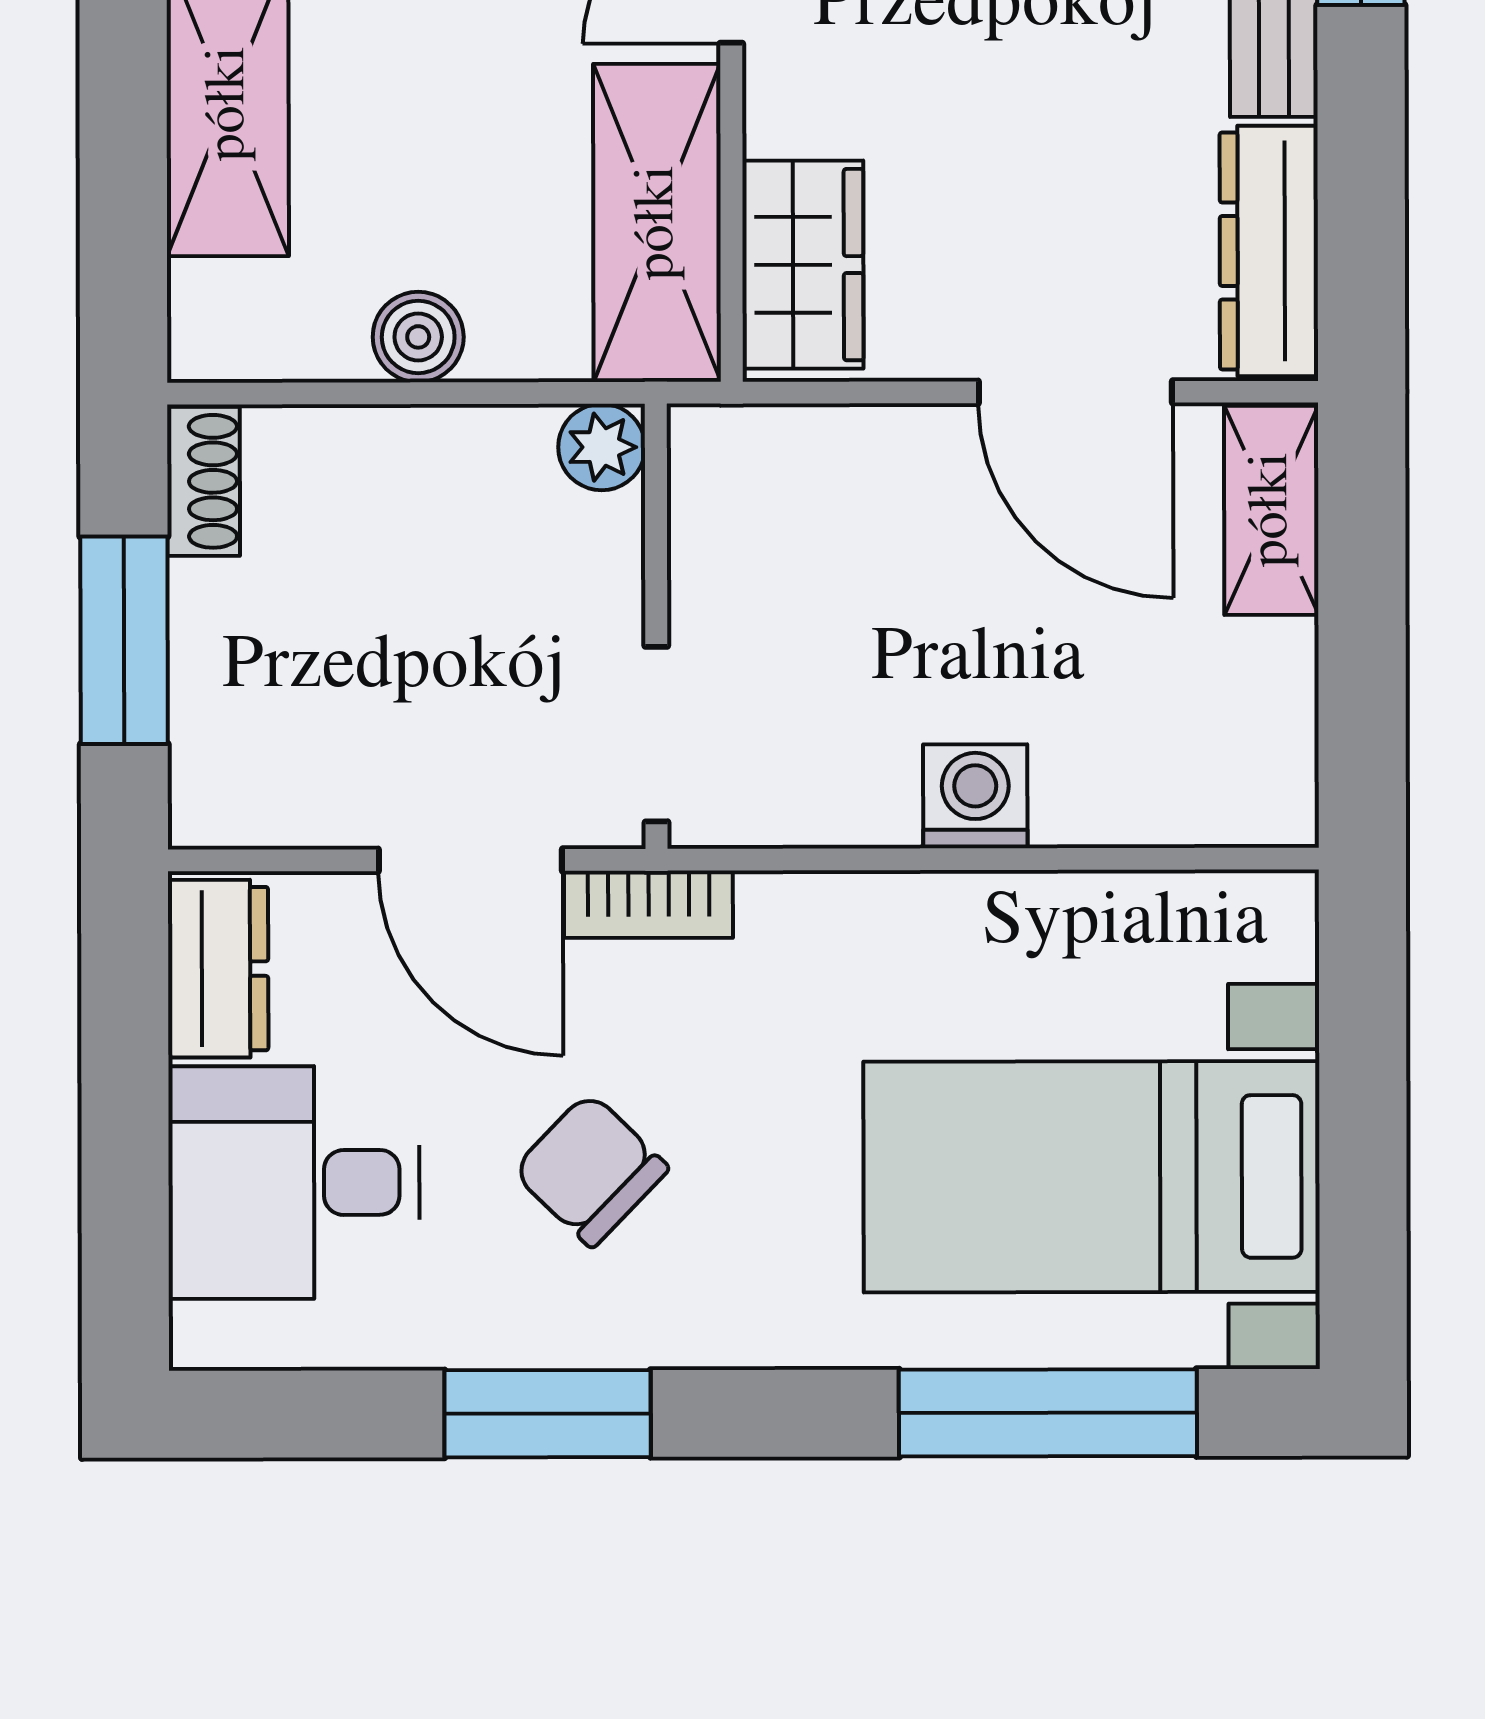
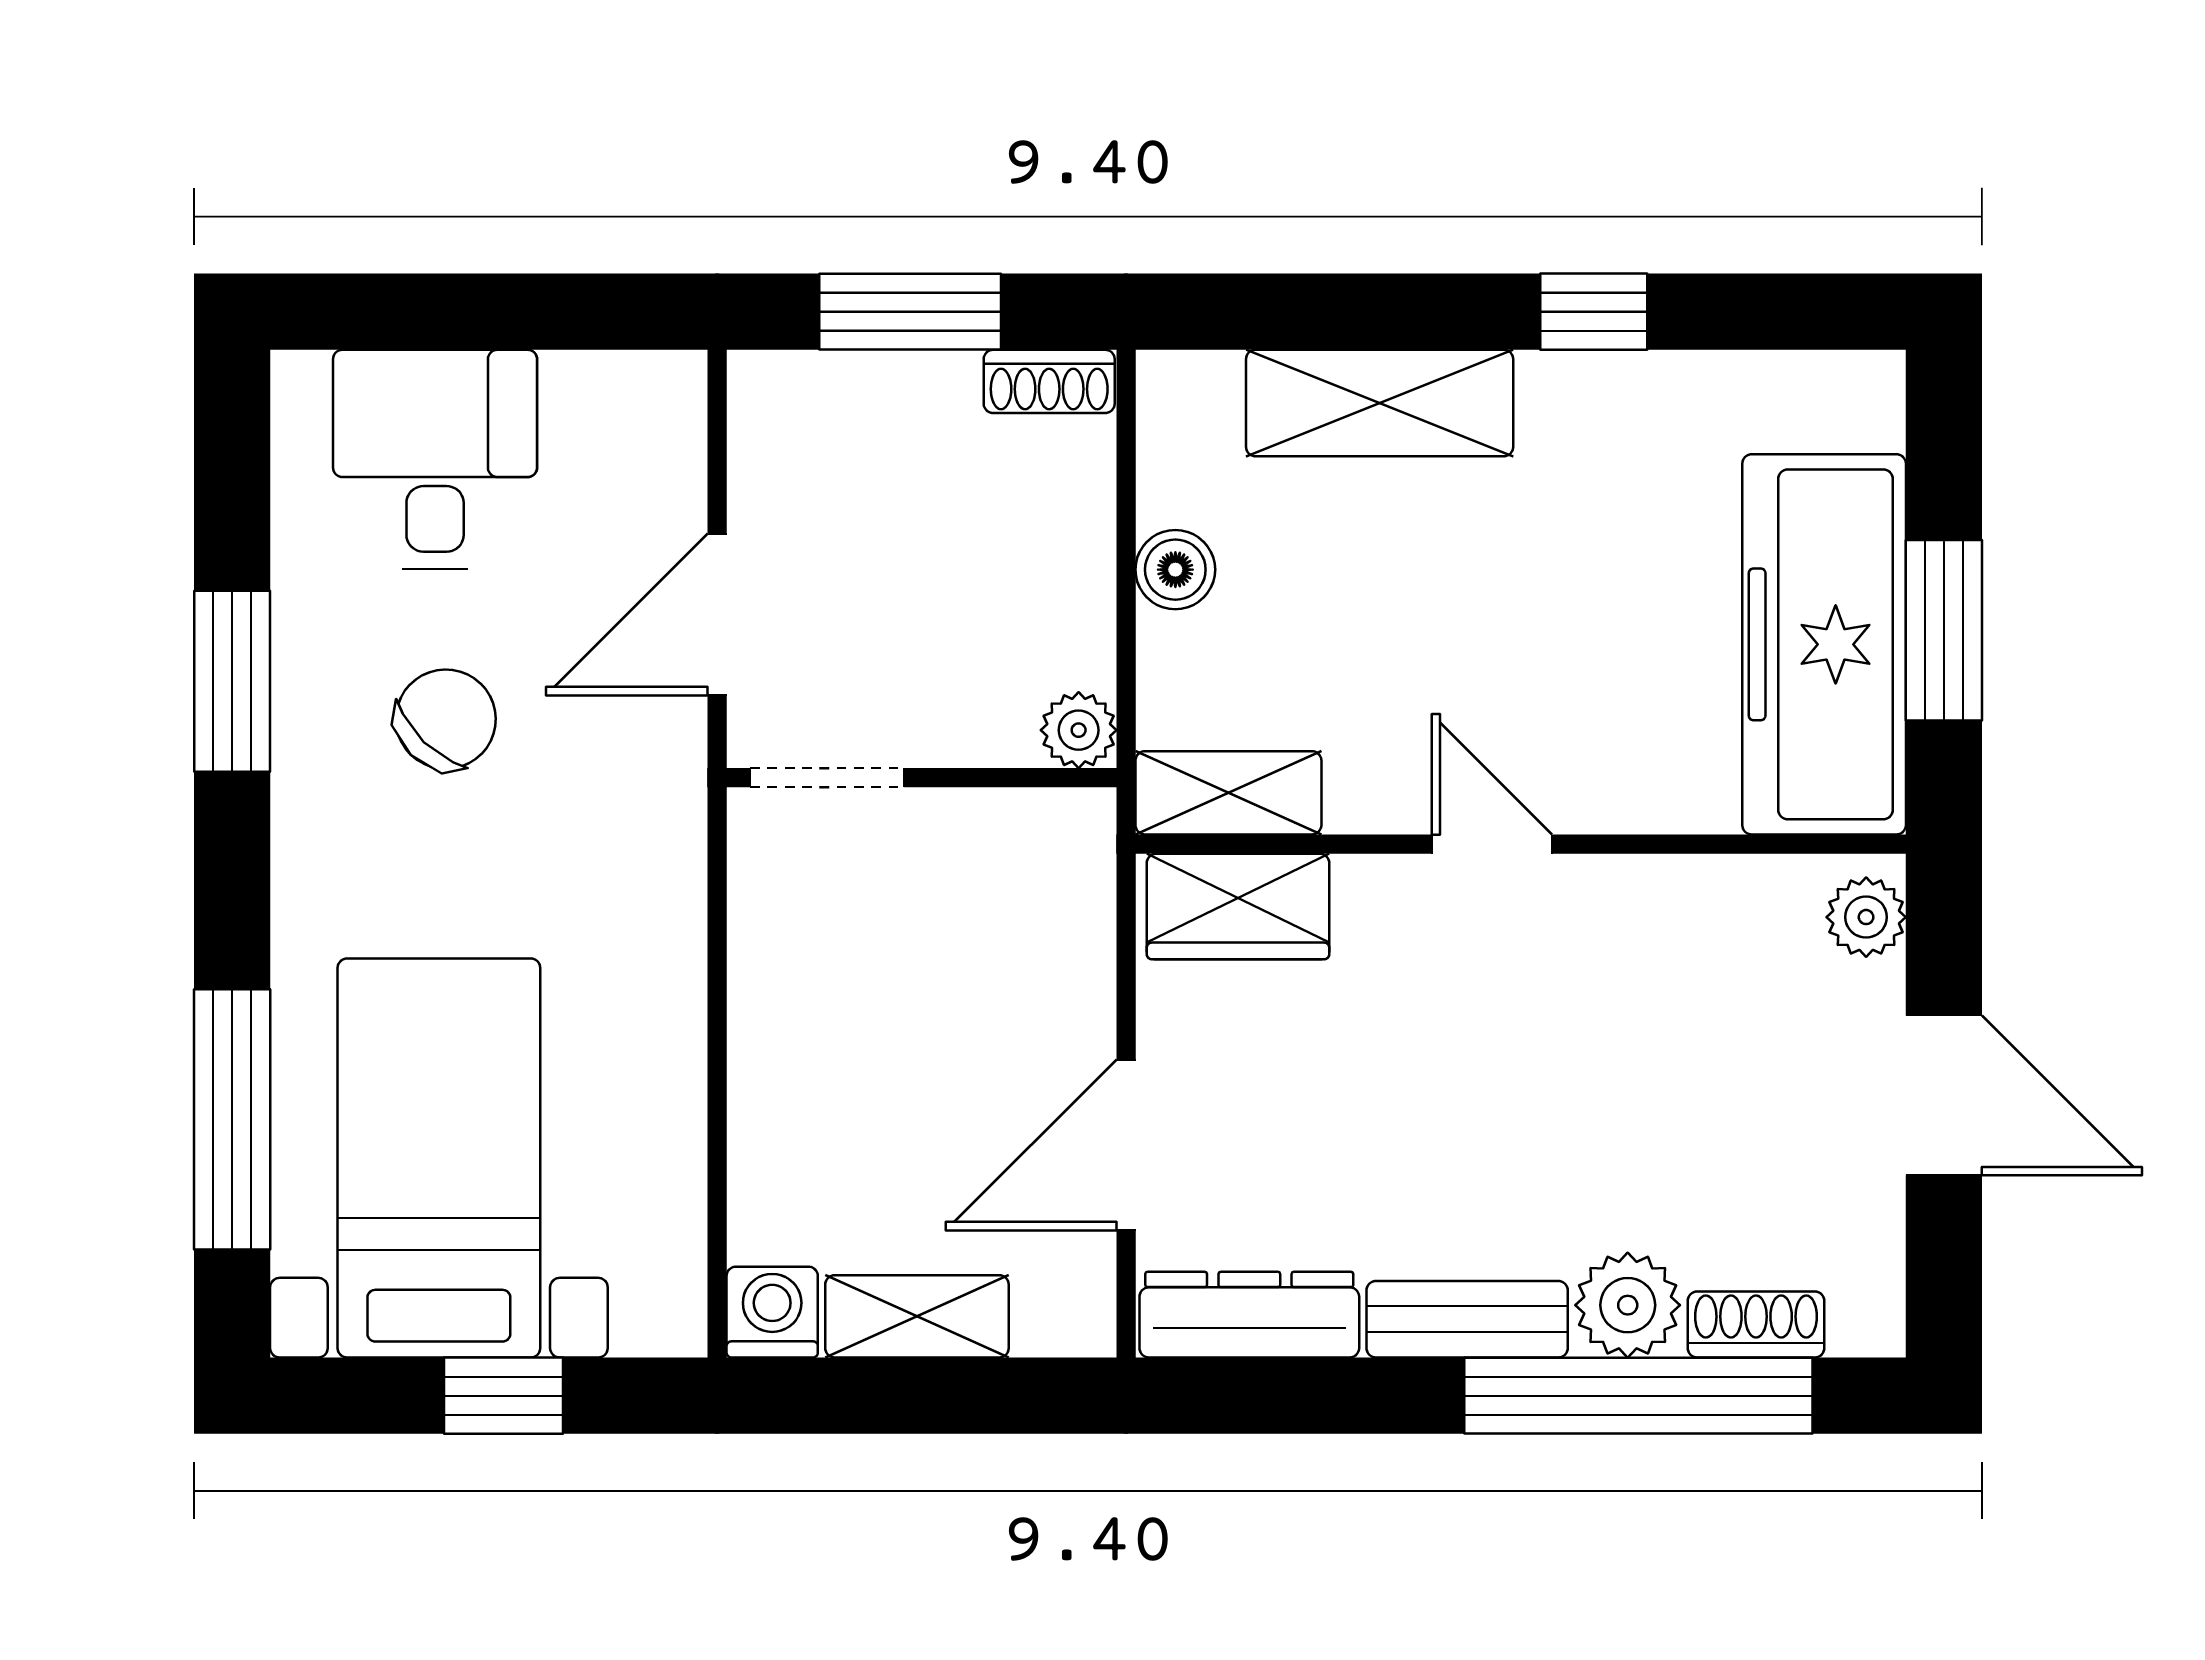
shelving: (657, 223) -> (1228, 793), width x0.67, depth x0.75
shelving: (1271, 510) -> (917, 1316), moved
washing machine: (975, 796) -> (772, 1312), moved, turned -90
bookcase: (648, 904) -> (678, 770), removed
dresser: (218, 969) -> (622, 393), removed
window: (1363, 1102) -> (503, 1396), added

